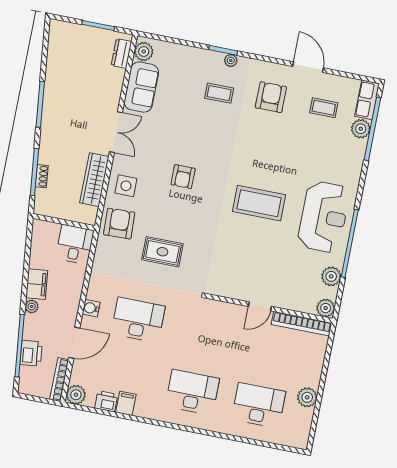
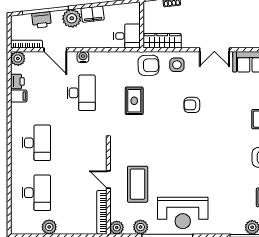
wardrobe: (94, 180) -> (162, 41), moved
coffee table: (259, 203) -> (138, 184), moved
plant: (32, 307) -> (72, 18), width x1.88, depth x1.88

